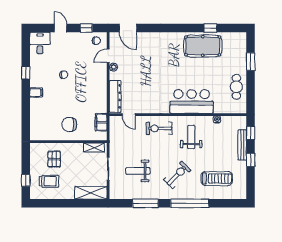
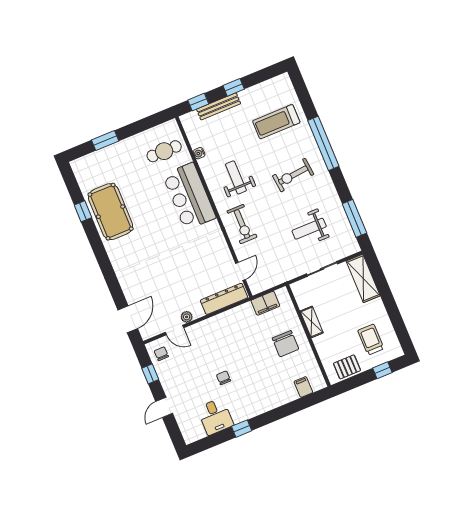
desk: (40, 43) -> (215, 416), moved, turned -90
cafe table: (236, 87) -> (164, 151), moved
filing cabinet: (36, 92) -> (303, 387), moved
weight bench: (191, 137) -> (236, 177), turned 90
shelving: (94, 147) -> (312, 322), moved
pallet: (54, 159) -> (347, 367), moved
weight bench: (138, 171) -> (309, 229), turned 90
exercise bike: (177, 175) -> (293, 175), turned -50
treadmill: (217, 178) -> (276, 122), turned -90
window: (145, 203) -> (354, 218), moved

